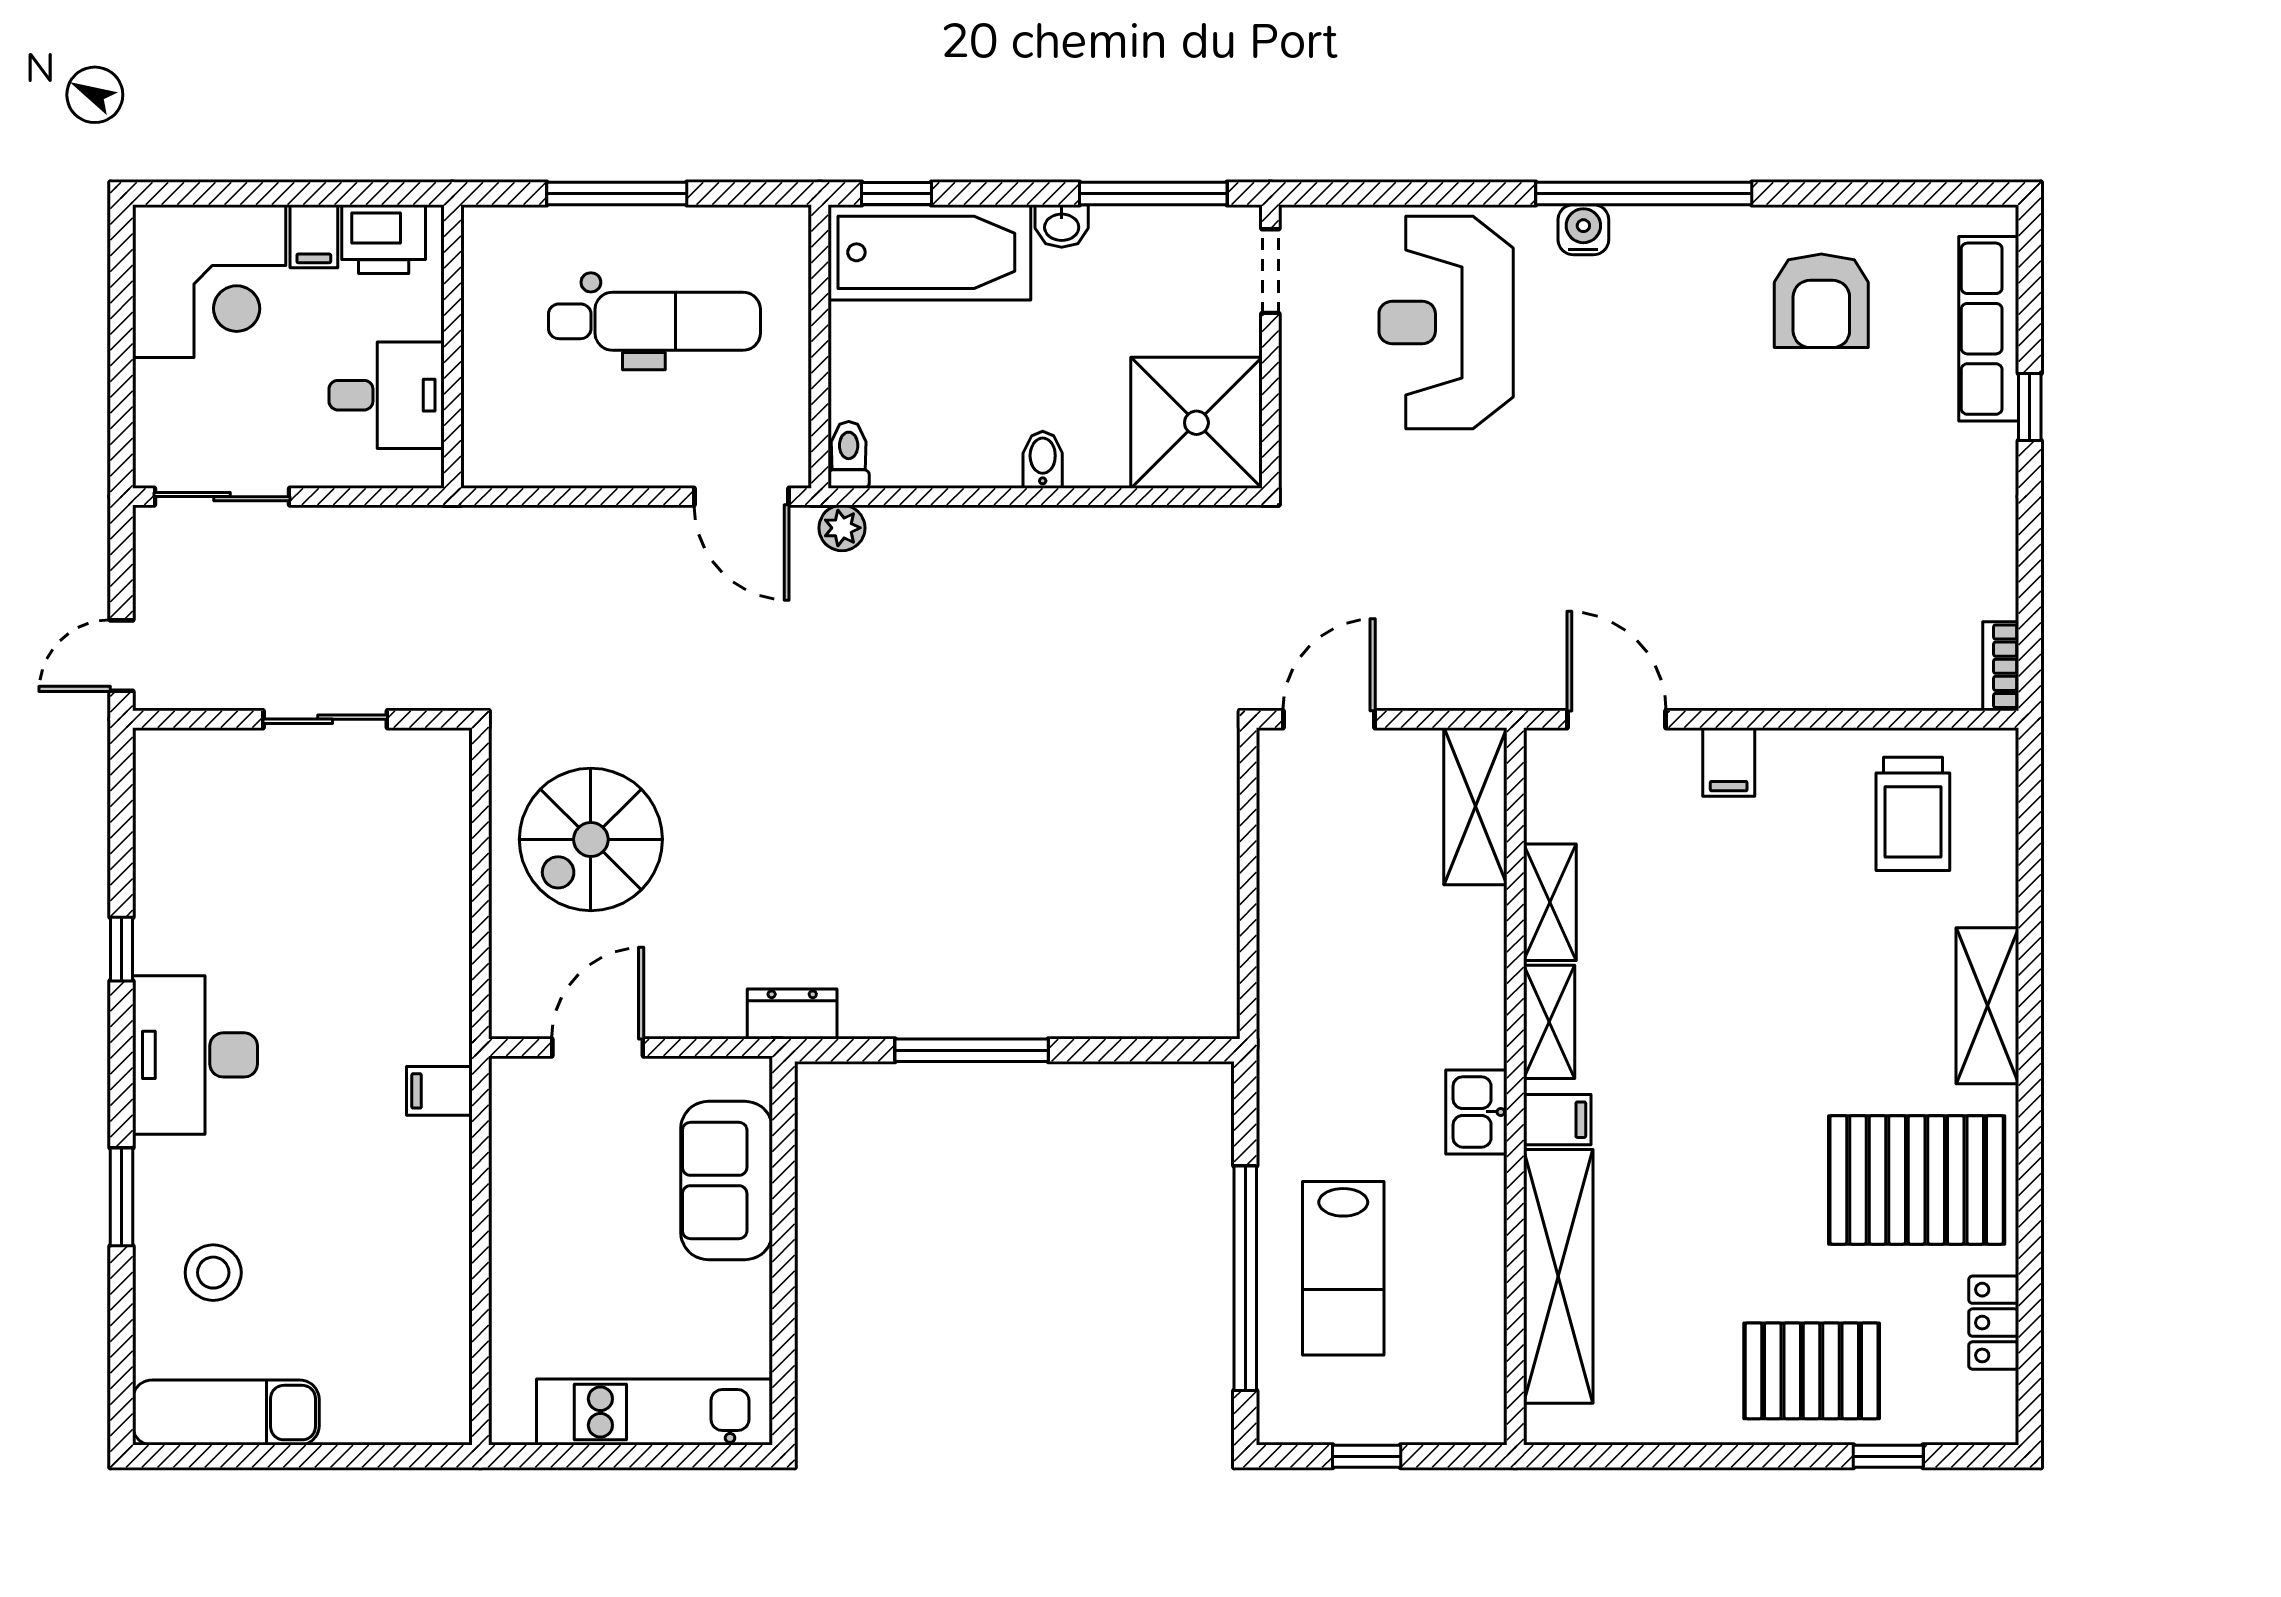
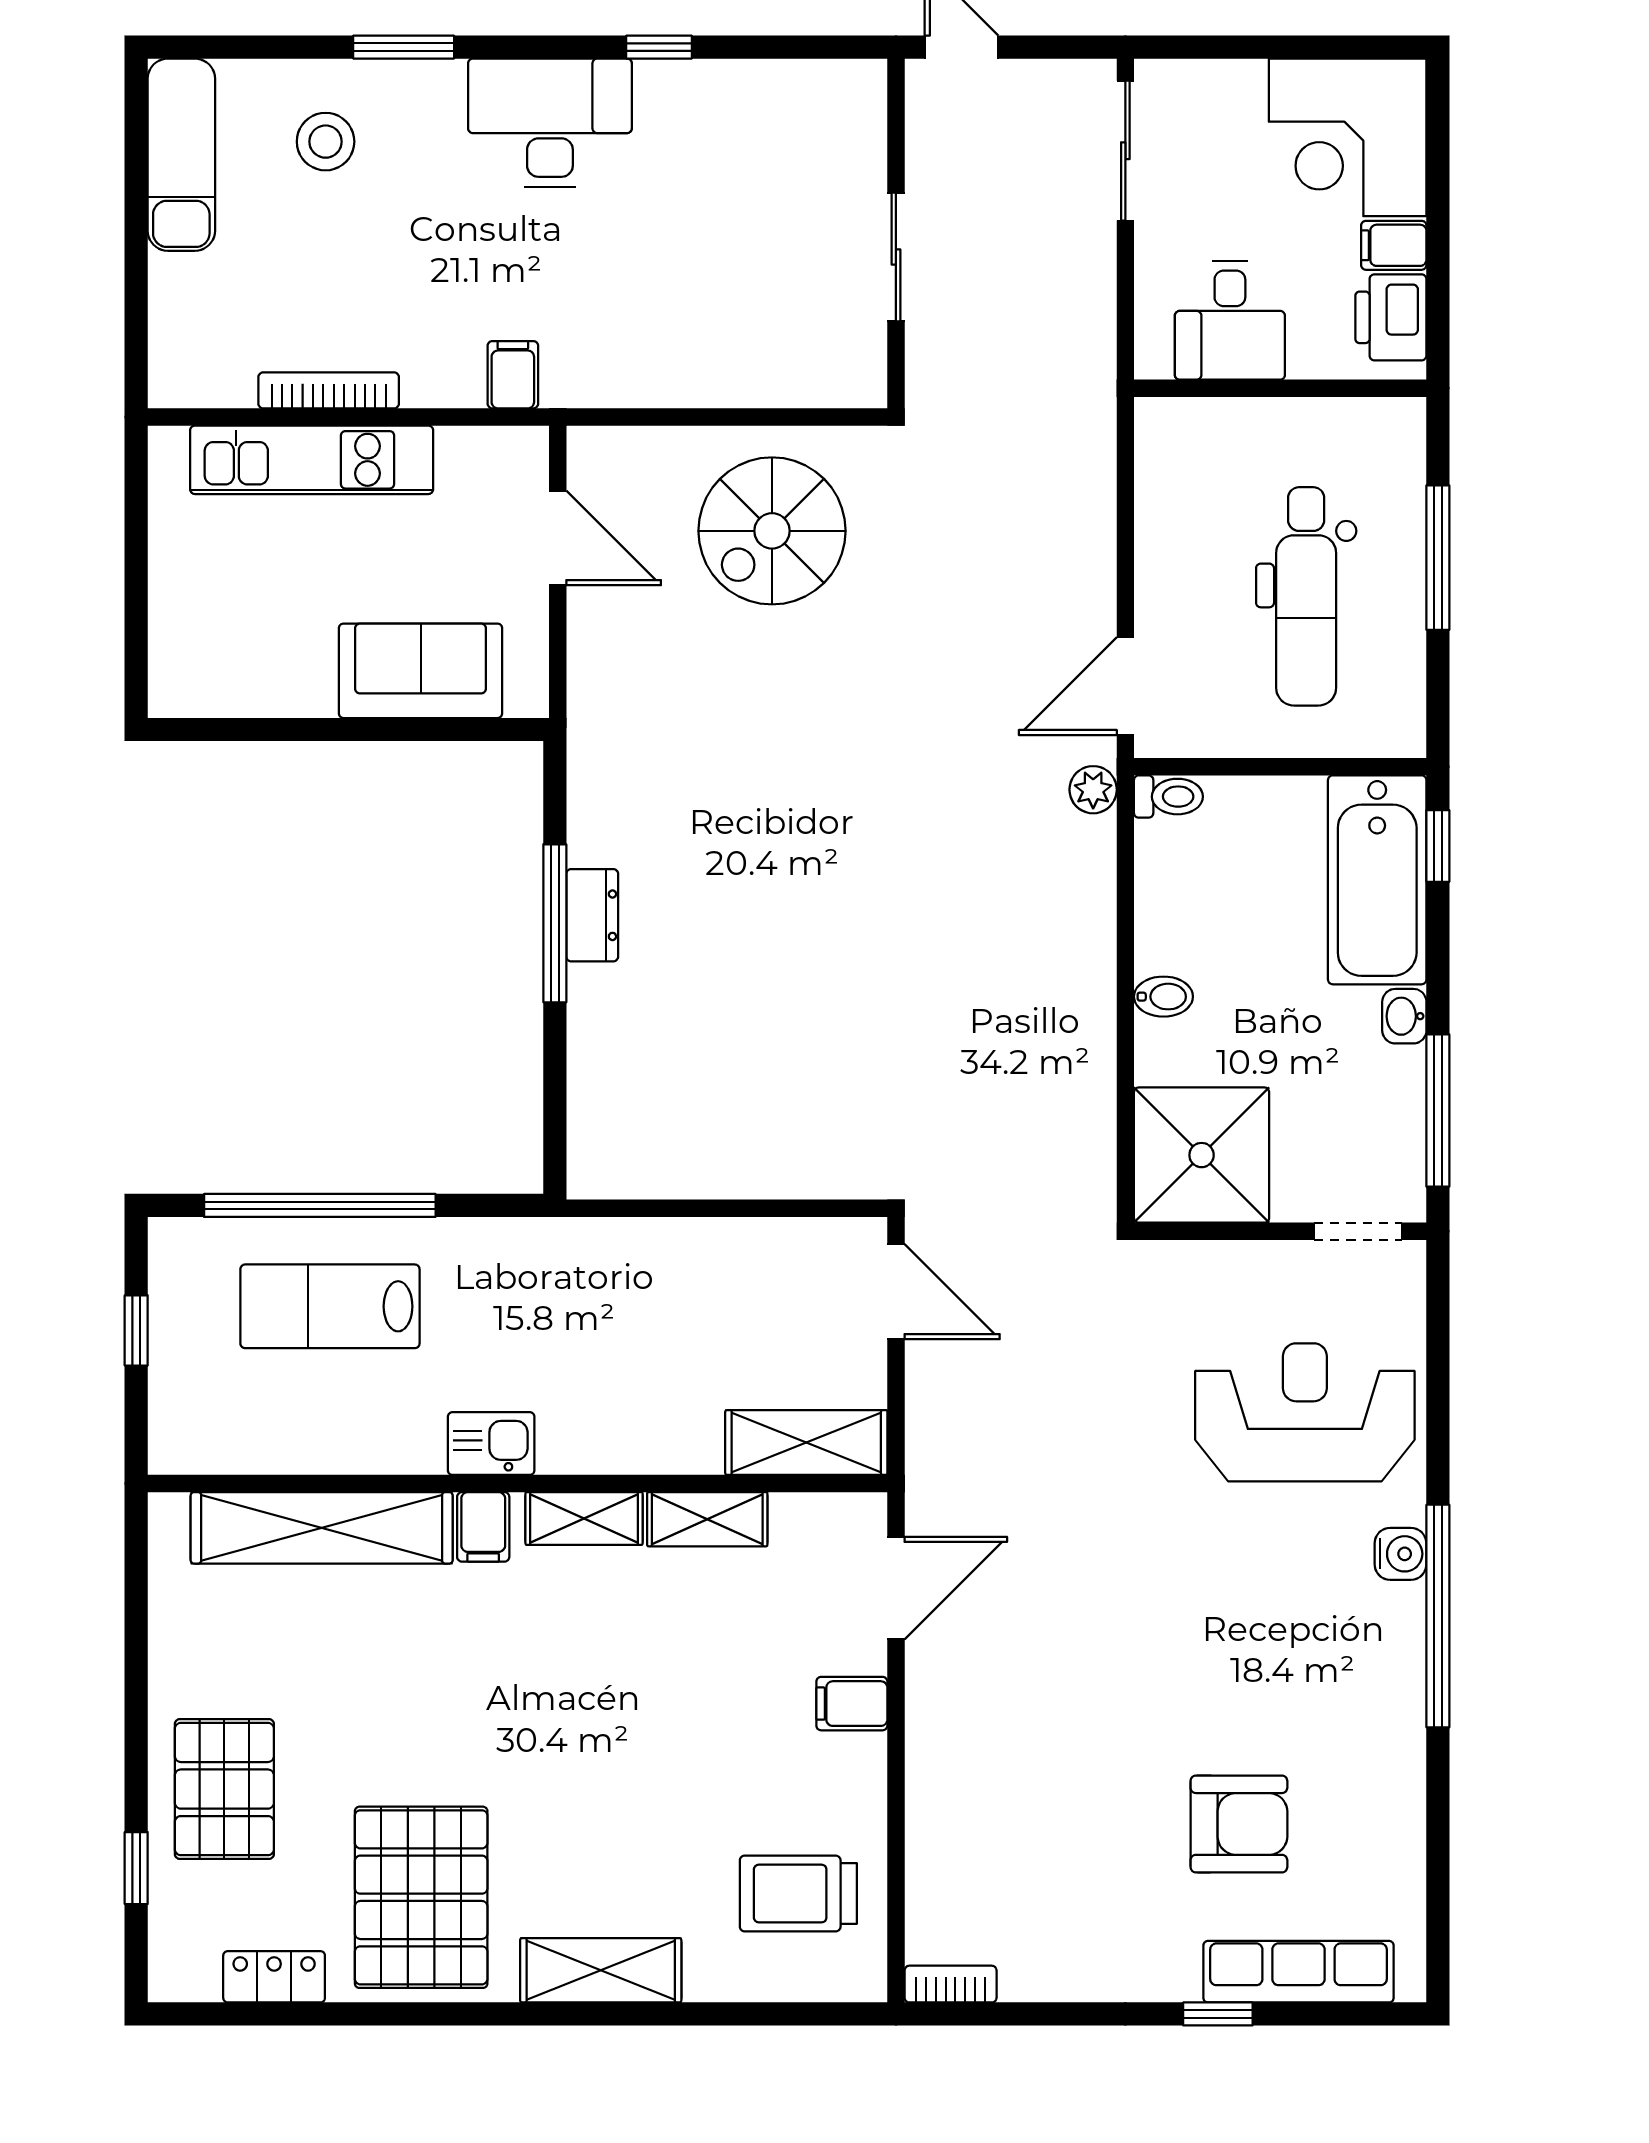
armchair: (1821, 301) -> (1239, 1824), moved, turned 180
spiral stairs: (591, 839) -> (772, 531), turned -90
dresser: (792, 1014) -> (592, 915), moved
bookcase: (455, 1270) -> (329, 390), added
kitchen unit: (655, 1412) -> (312, 460), moved, turned 90

